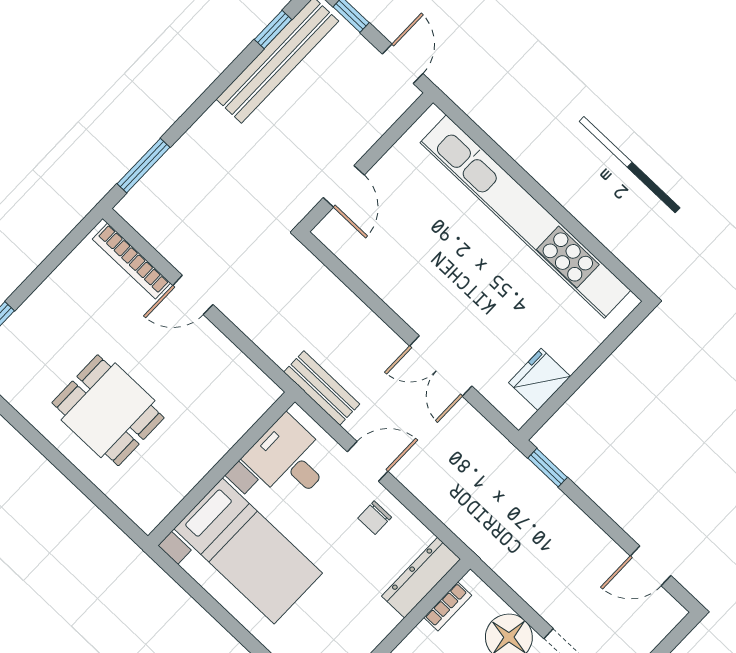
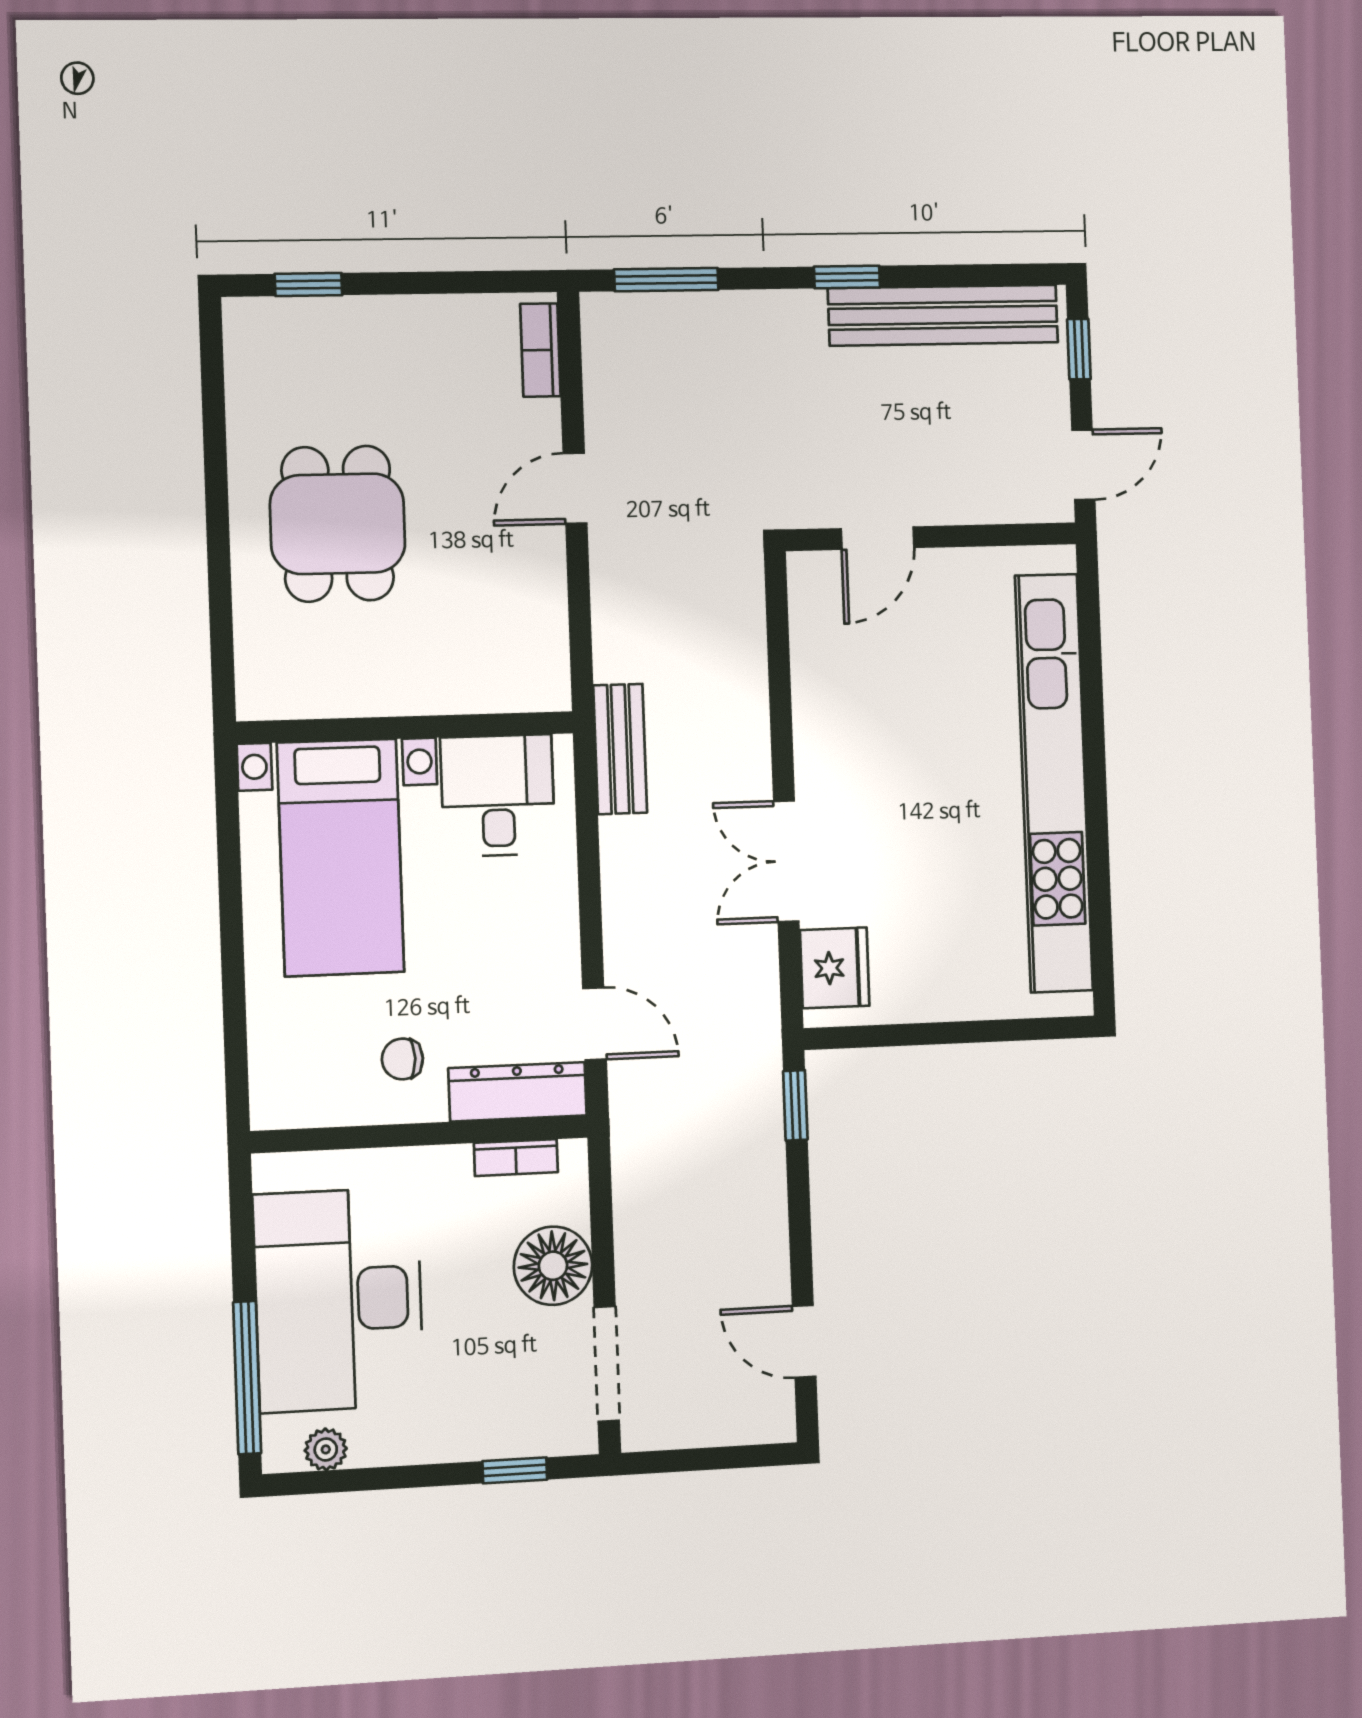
window: (273, 30) -> (847, 277), moved
bookcase: (131, 261) -> (540, 350), width x0.64
door: (193, 295) -> (575, 488), hinge flipped
fridge: (540, 379) -> (835, 968), moved, turned 90
door: (368, 461) -> (594, 1024), moved
chair: (375, 518) -> (402, 1059), moved

